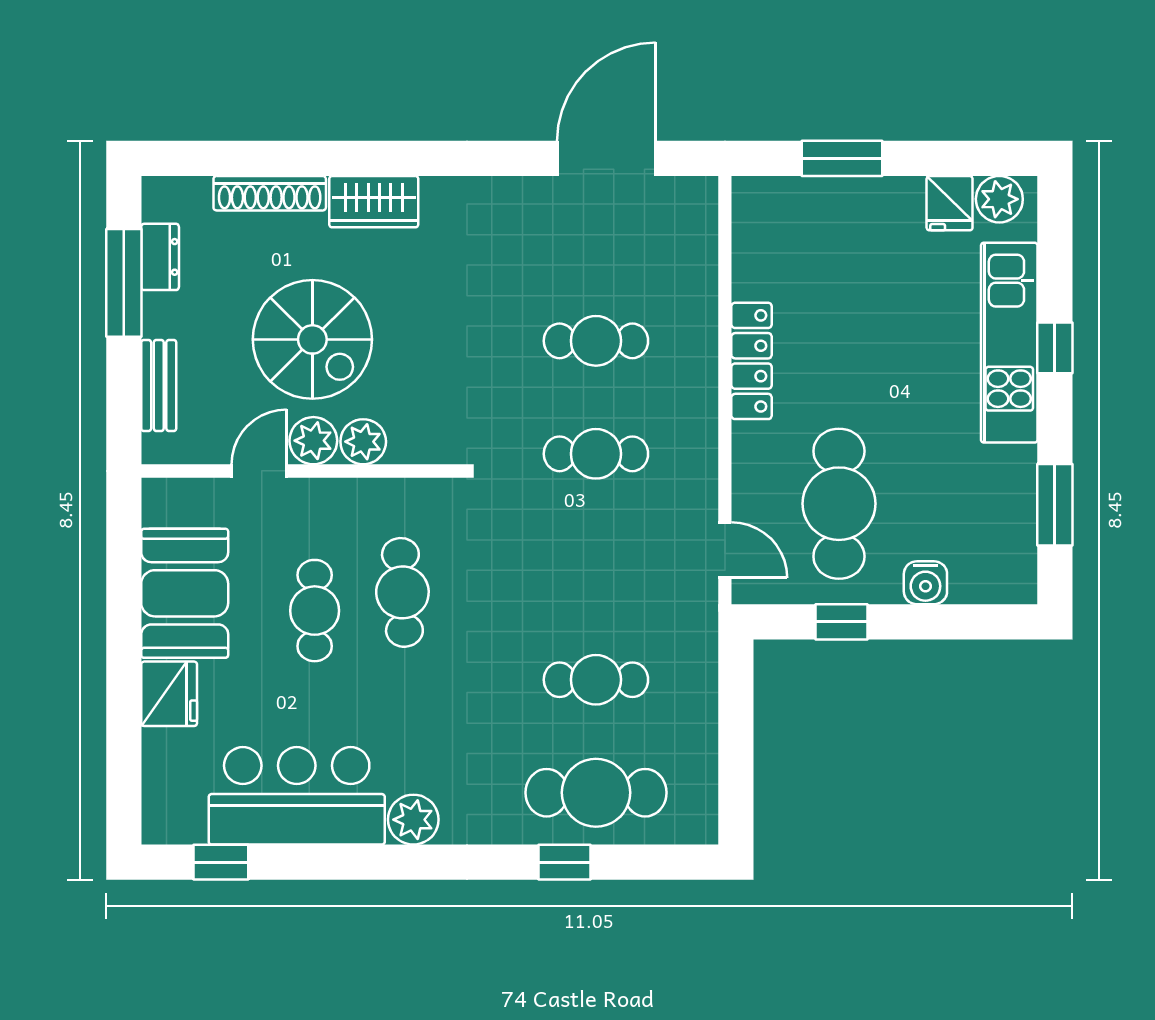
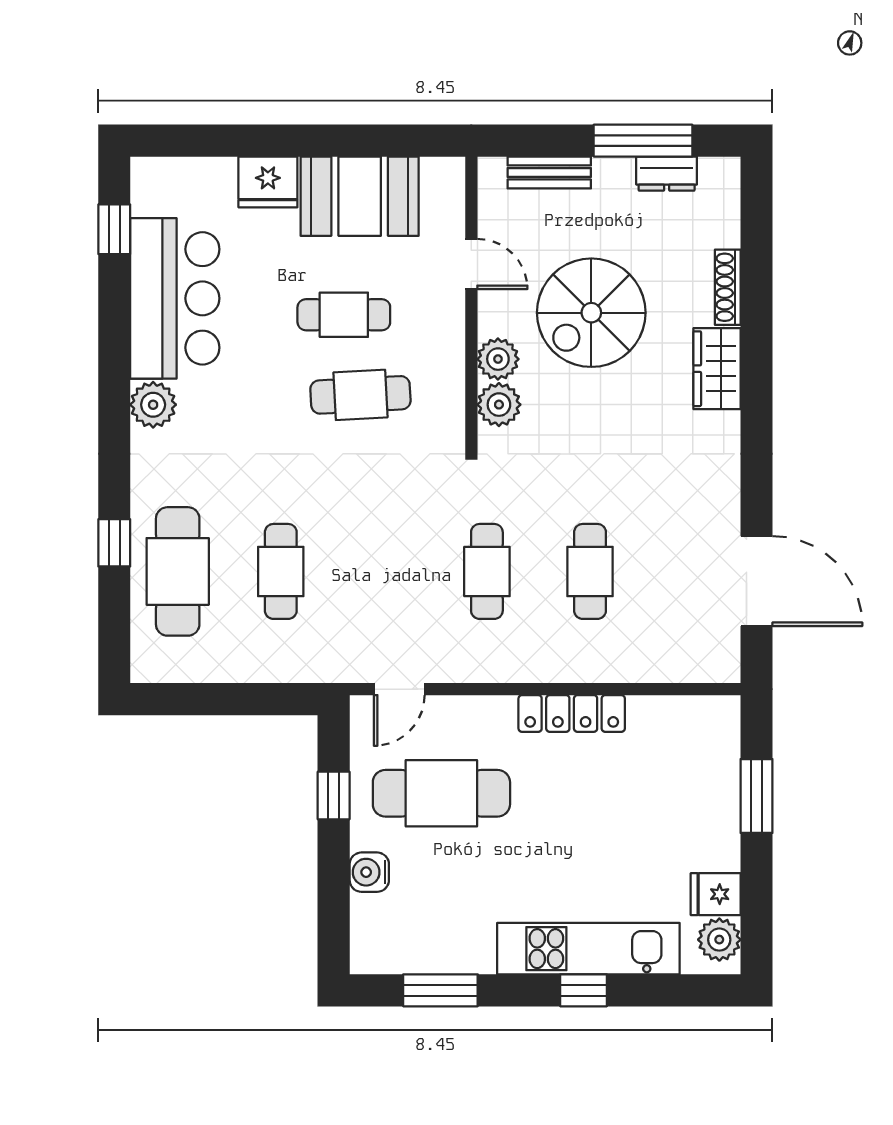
shoe rack: (270, 193) -> (728, 287), width x0.74, depth x0.81
plant: (313, 441) -> (499, 405), moved

